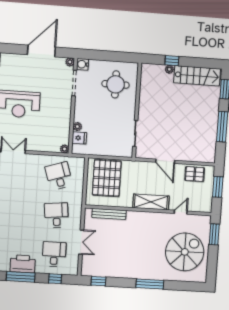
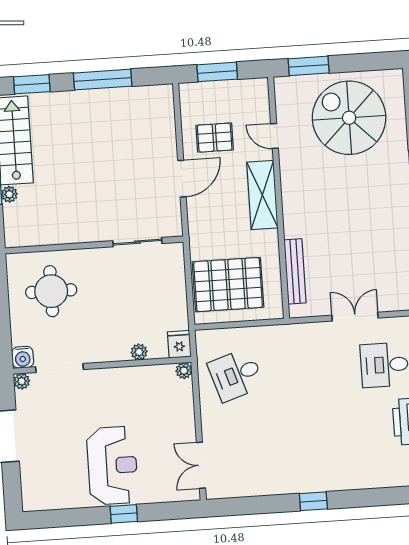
fridge: (79, 138) -> (179, 344), moved
pallet: (195, 174) -> (215, 138), moved, turned 90
desk: (56, 215) -> (310, 370), removed

